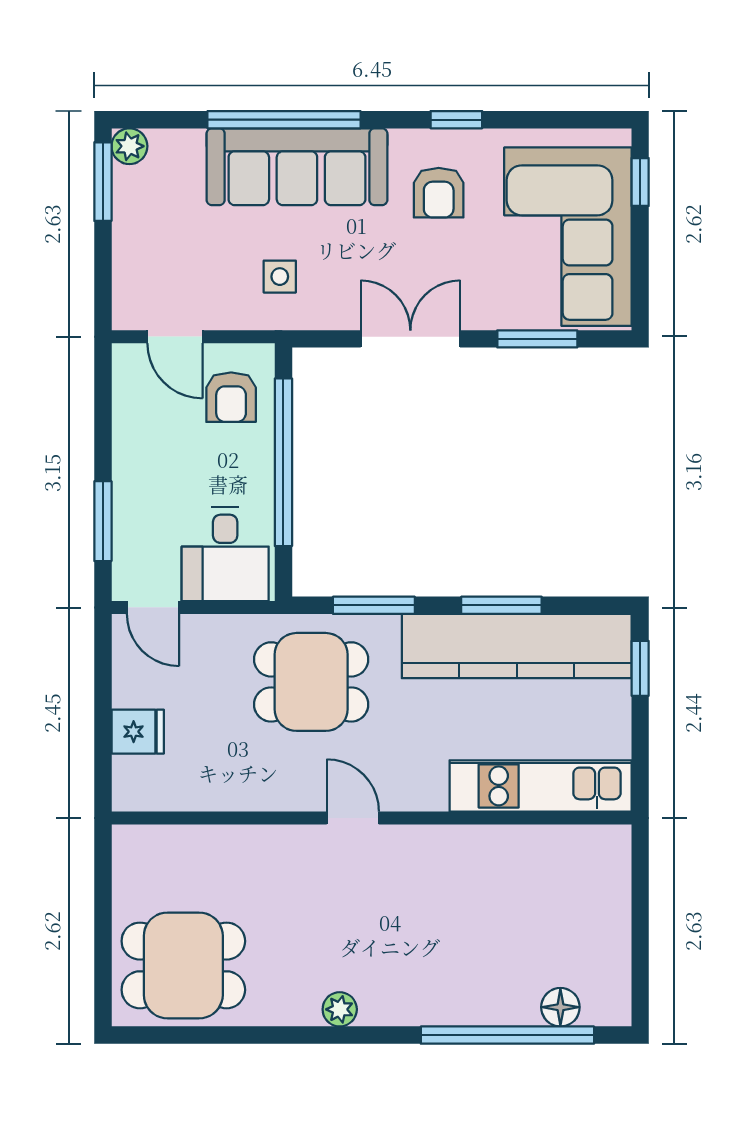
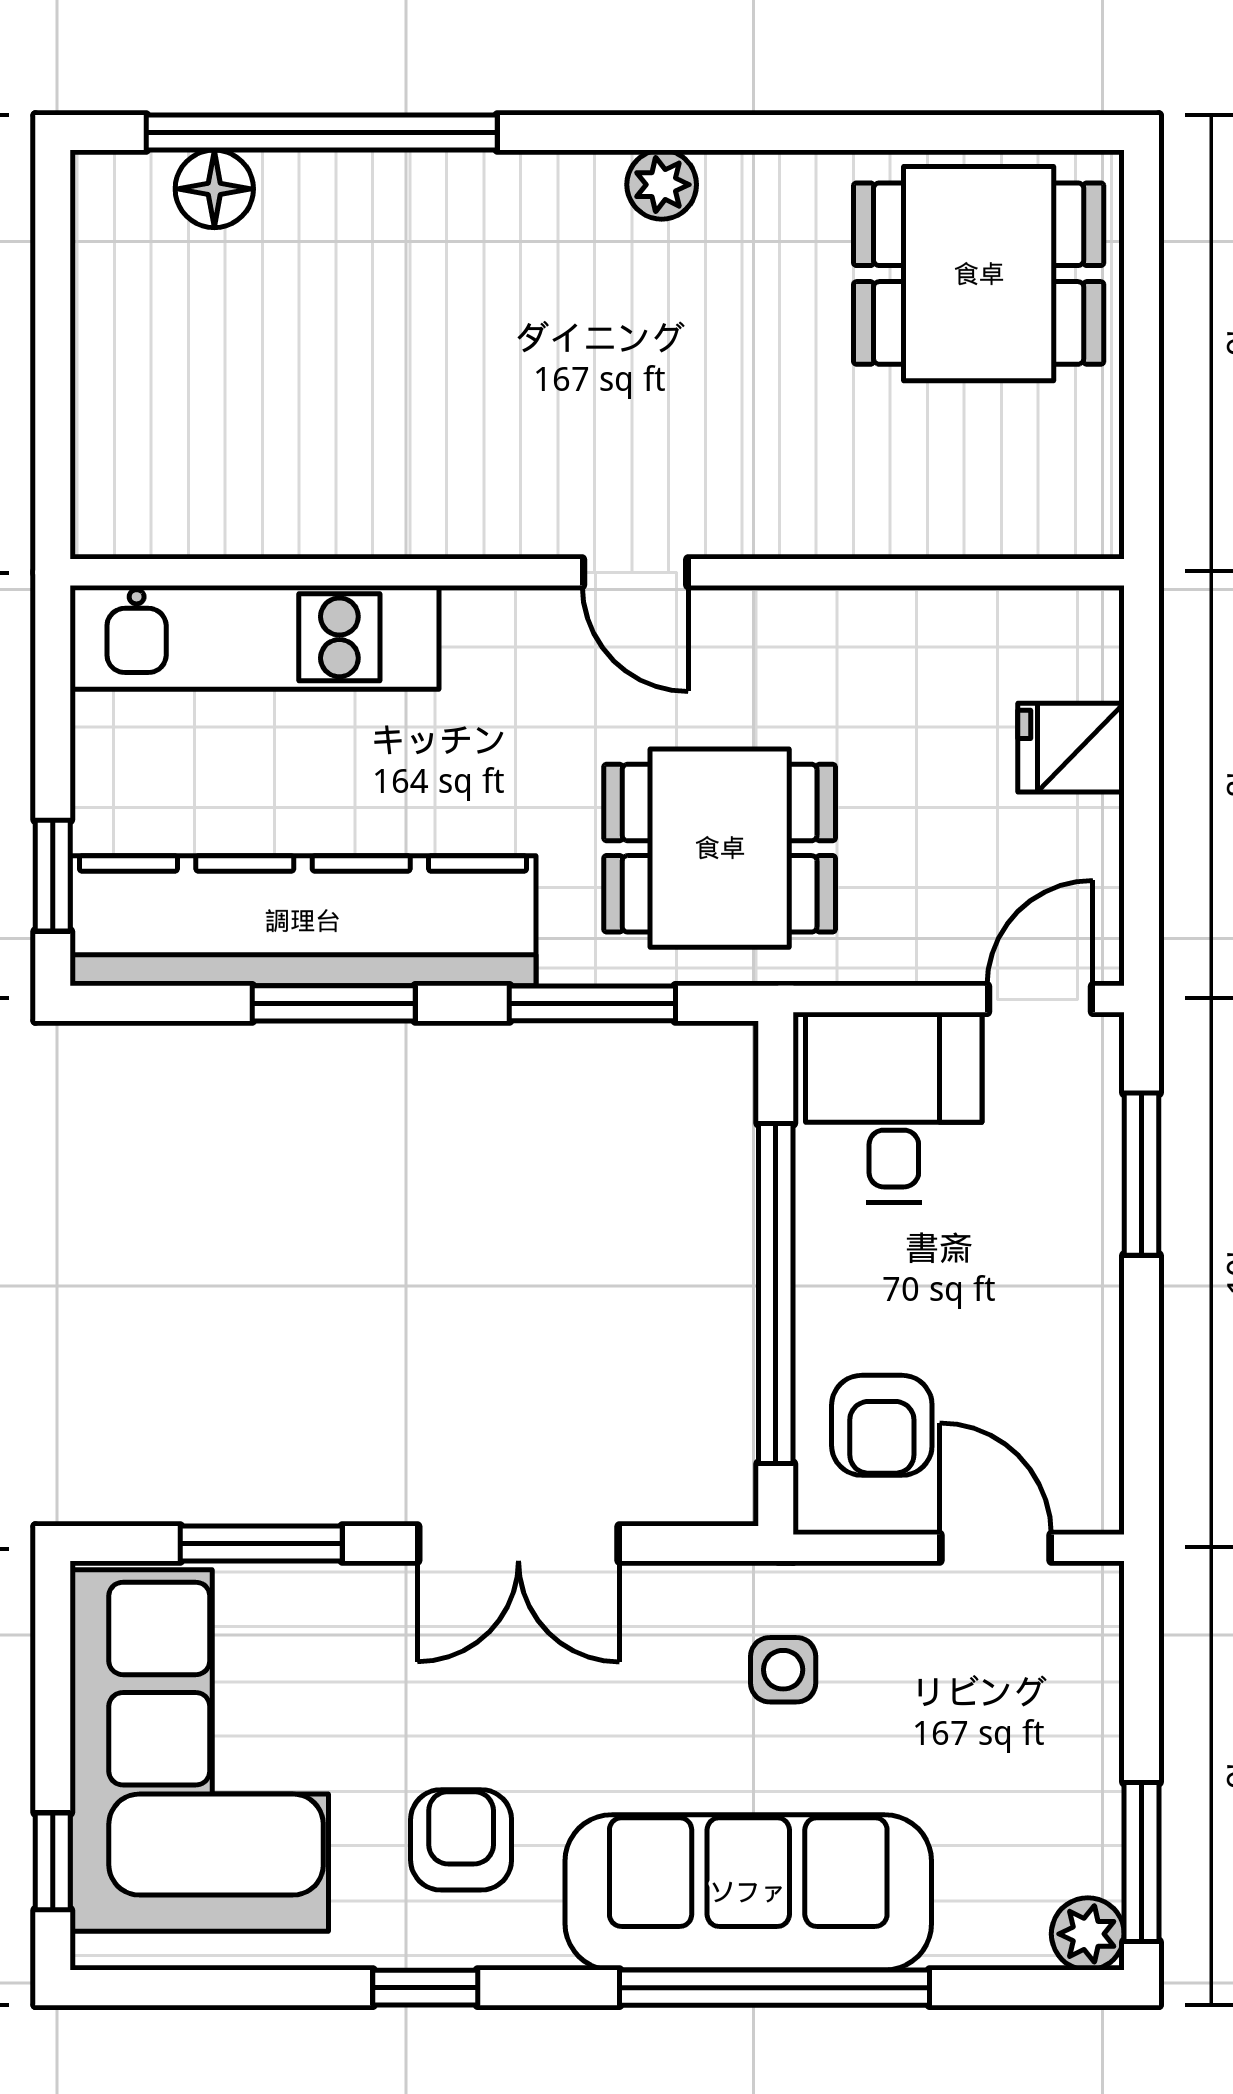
armchair: (231, 397) -> (882, 1425), turned 180
door: (153, 607) -> (1040, 999), hinge flipped

